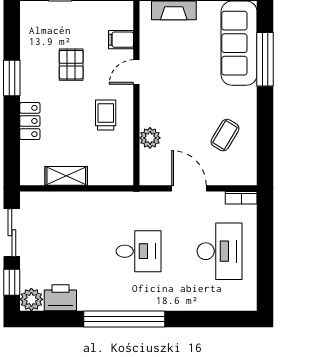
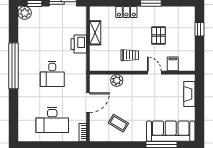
pallet: (71, 65) -> (158, 36), turned 90
printer: (60, 298) -> (79, 44), moved, turned 180

